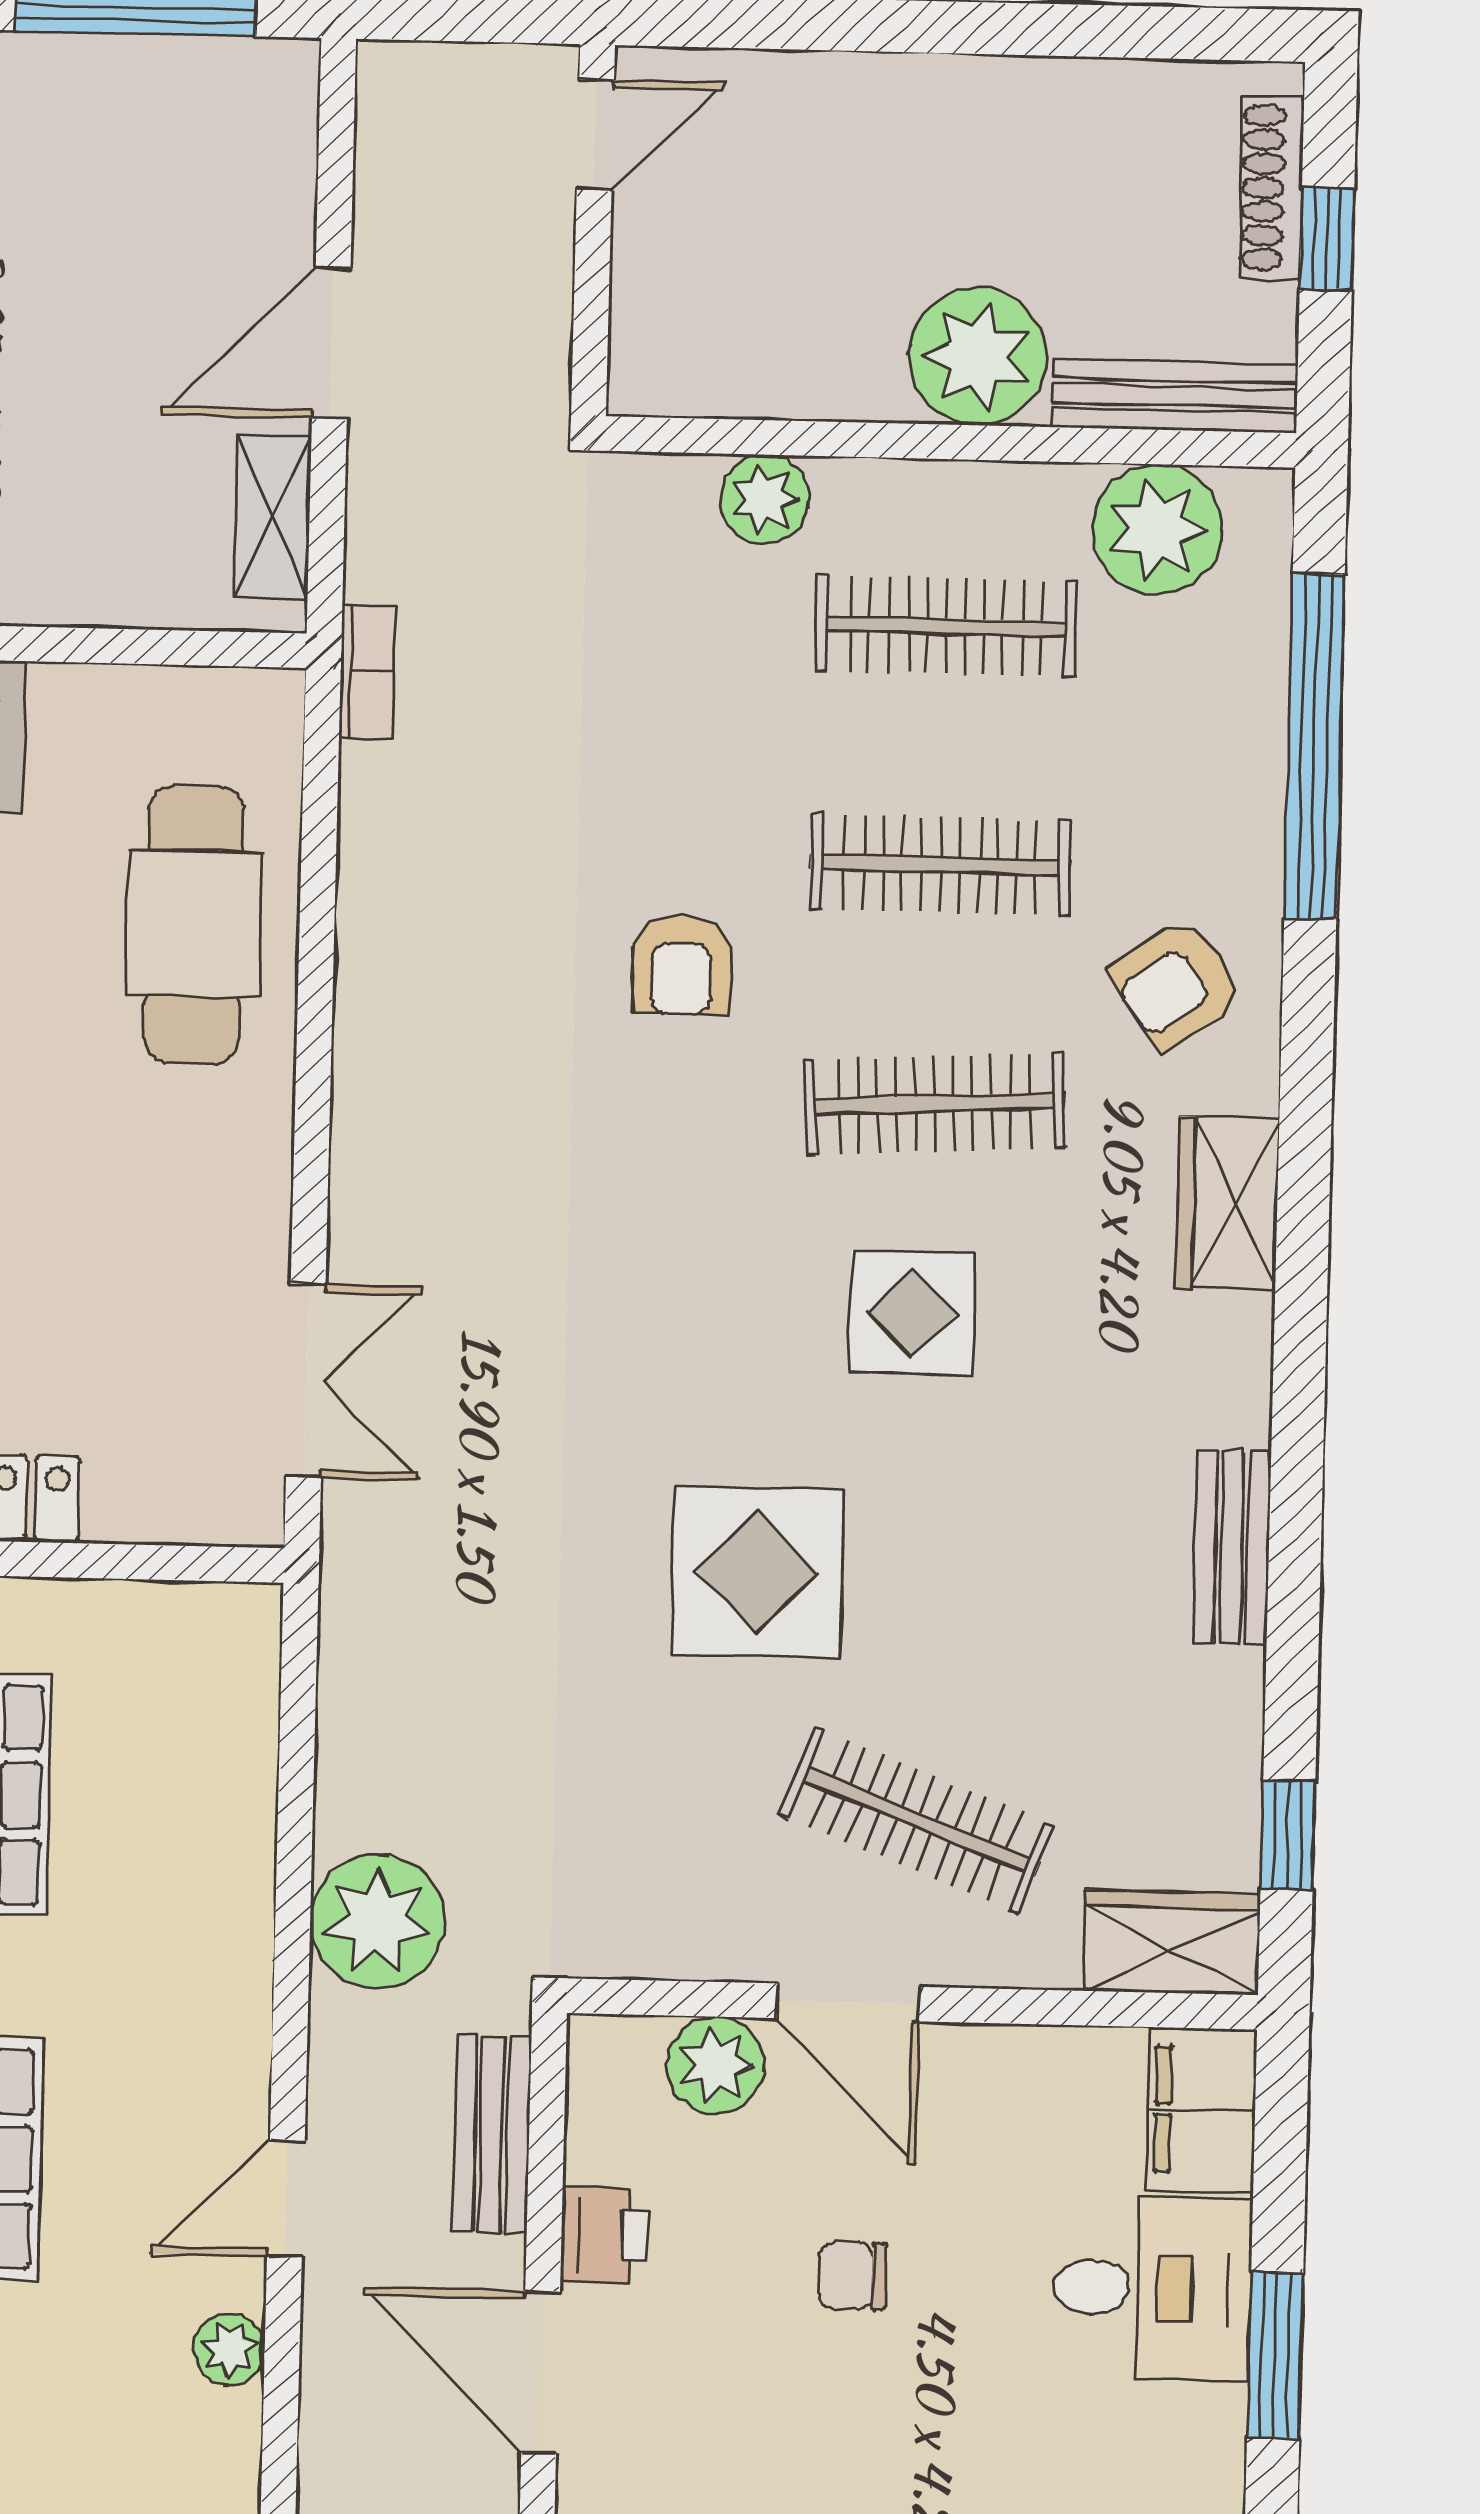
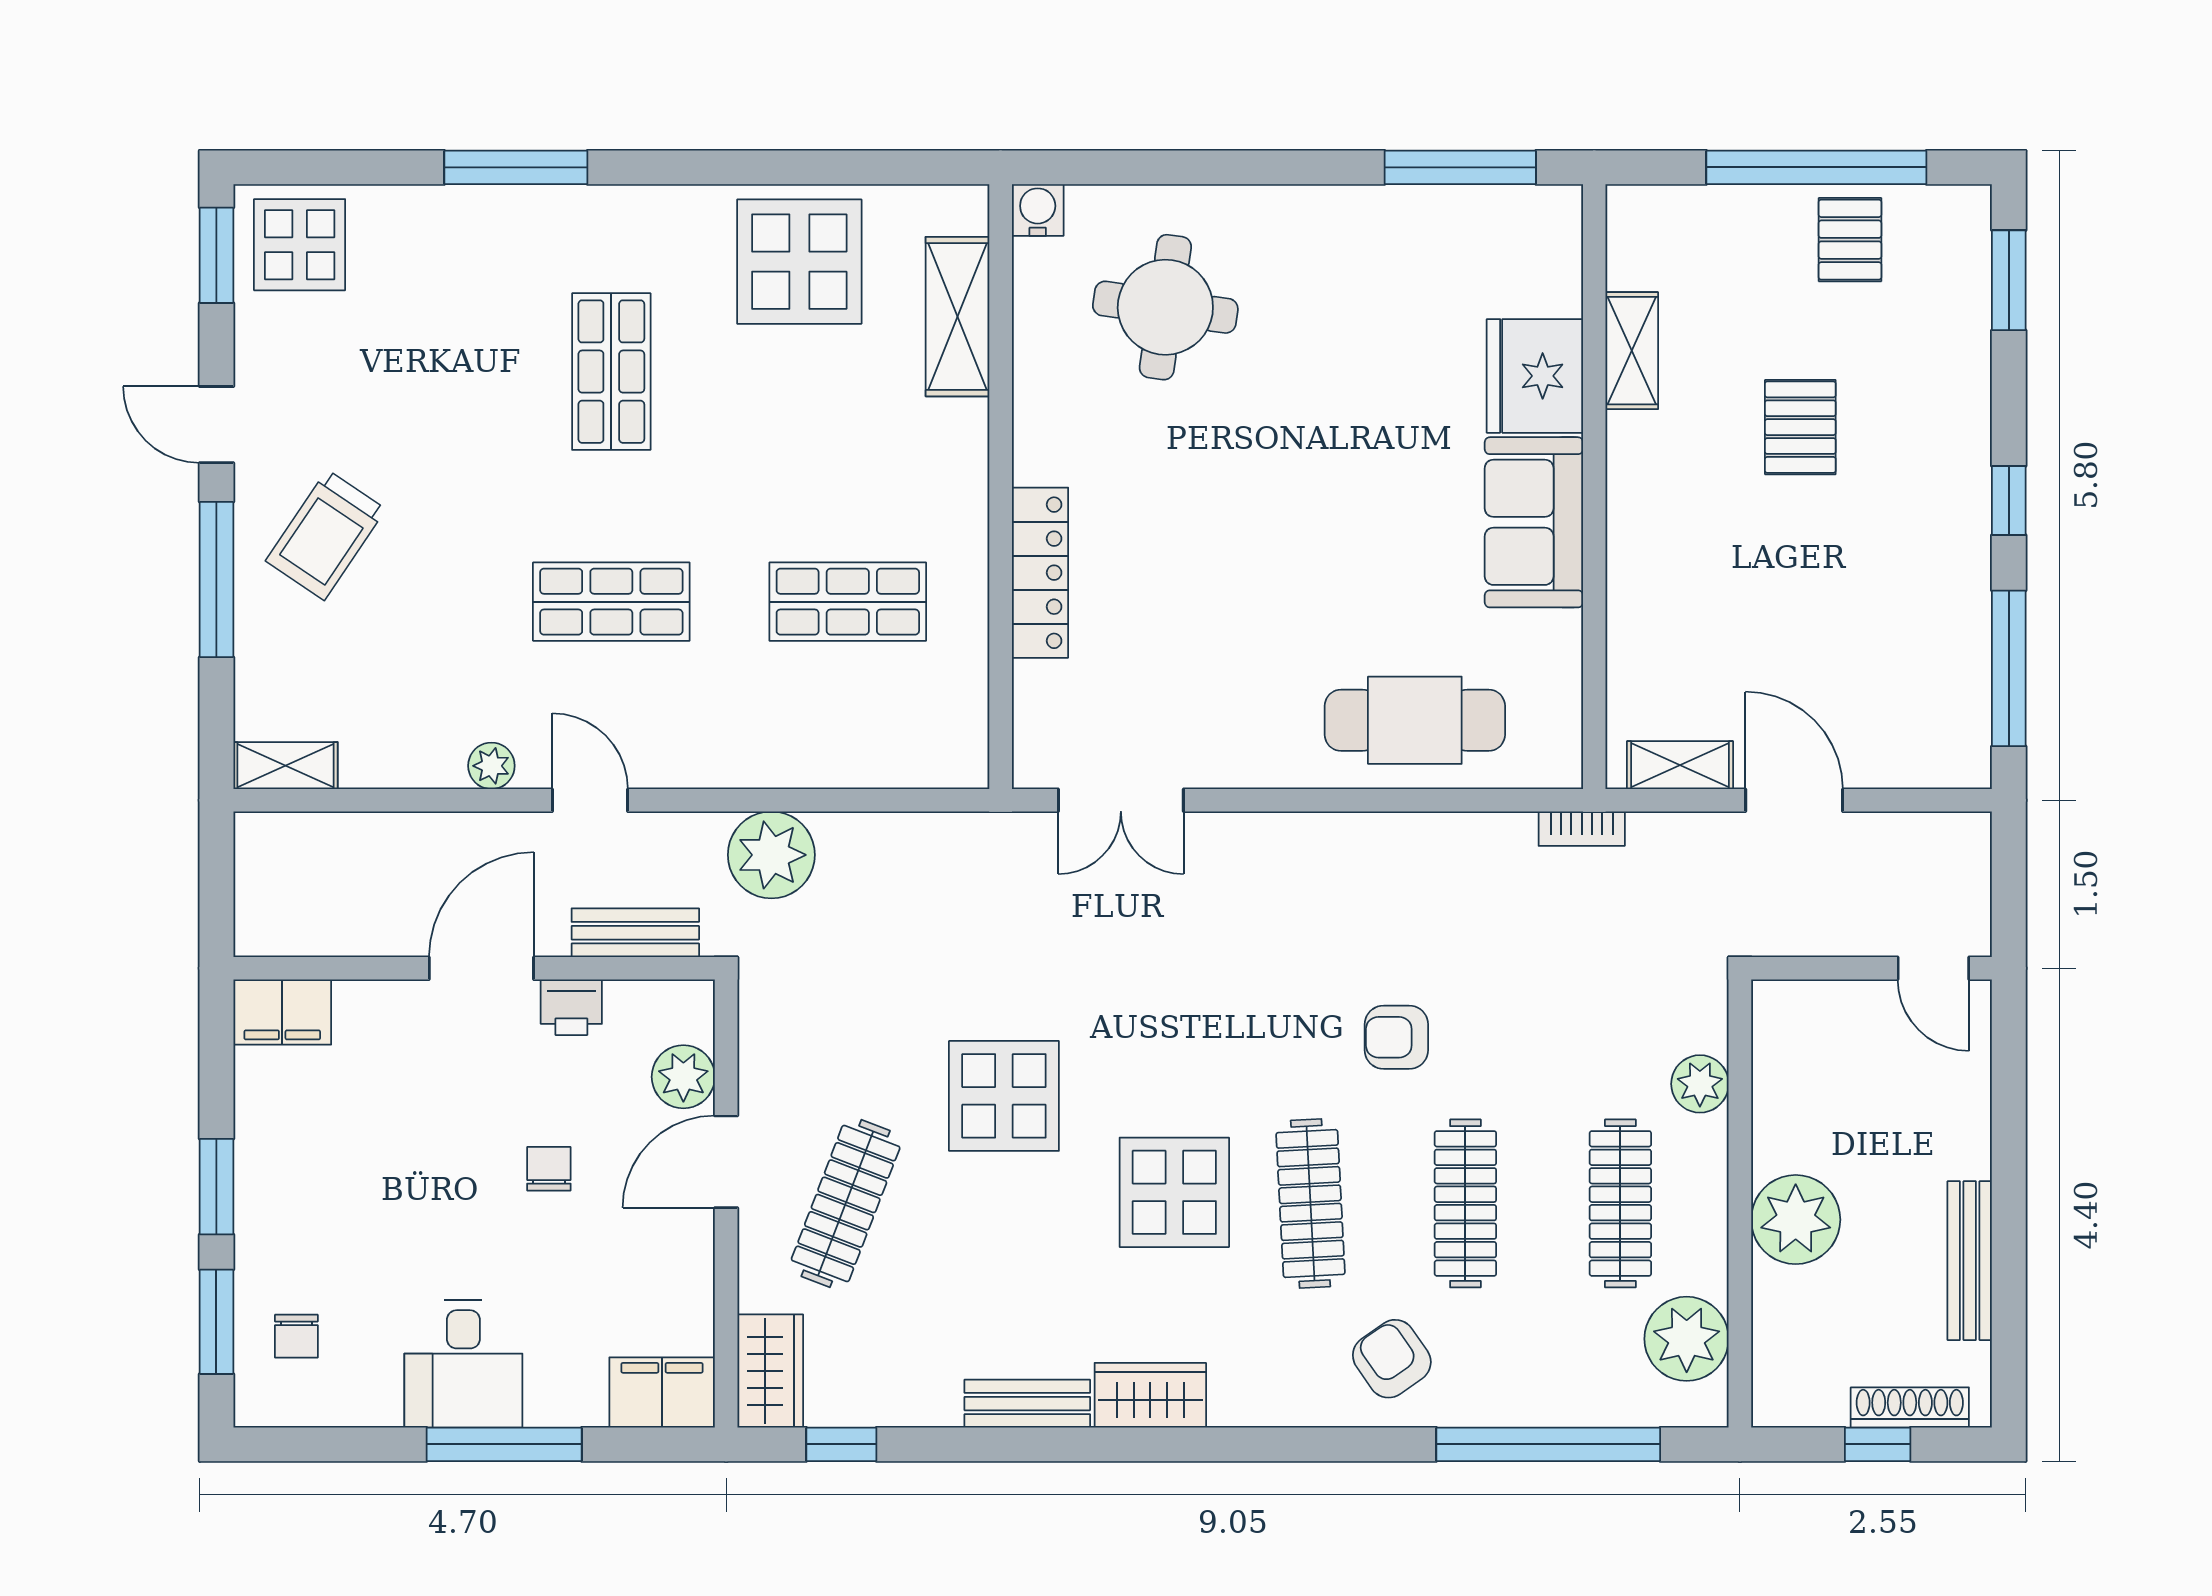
bench: (1175, 396) -> (1970, 1261), moved
wardrobe: (1228, 1203) -> (1150, 1395), moved
display table: (912, 1313) -> (1174, 1192), width x1.36, depth x1.36
desk: (1153, 2288) -> (463, 1364), moved
window: (1275, 2355) -> (504, 1444), width x1.44

